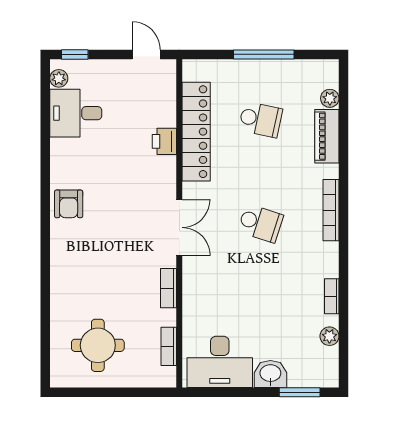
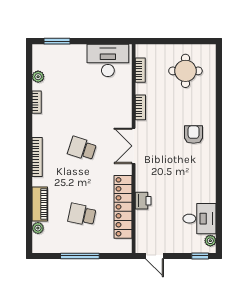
armchair: (69, 204) -> (194, 135), moved
washbasin: (270, 374) -> (76, 53), removed

